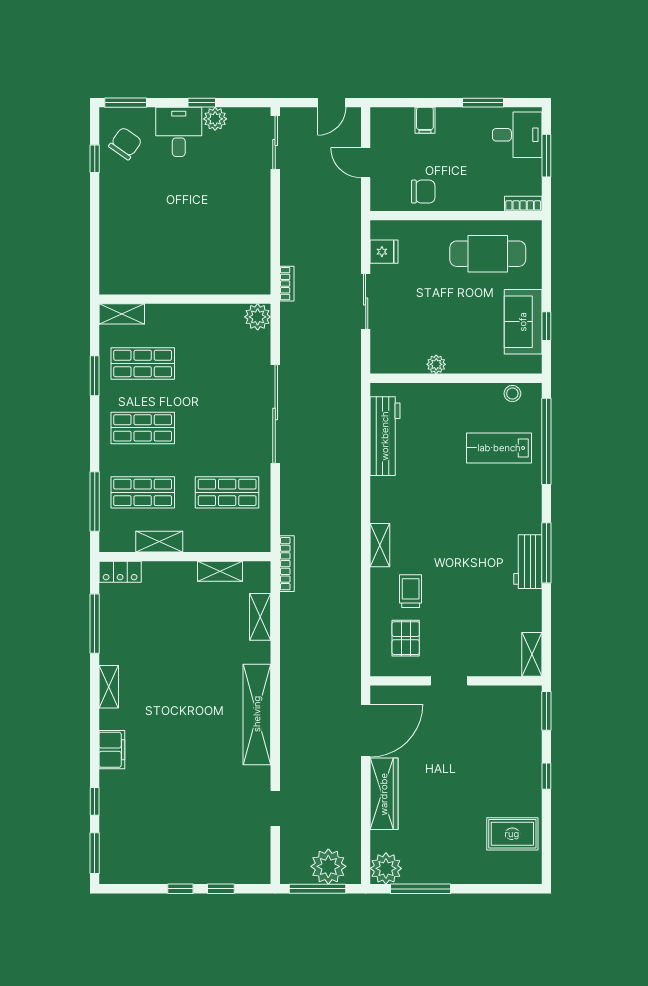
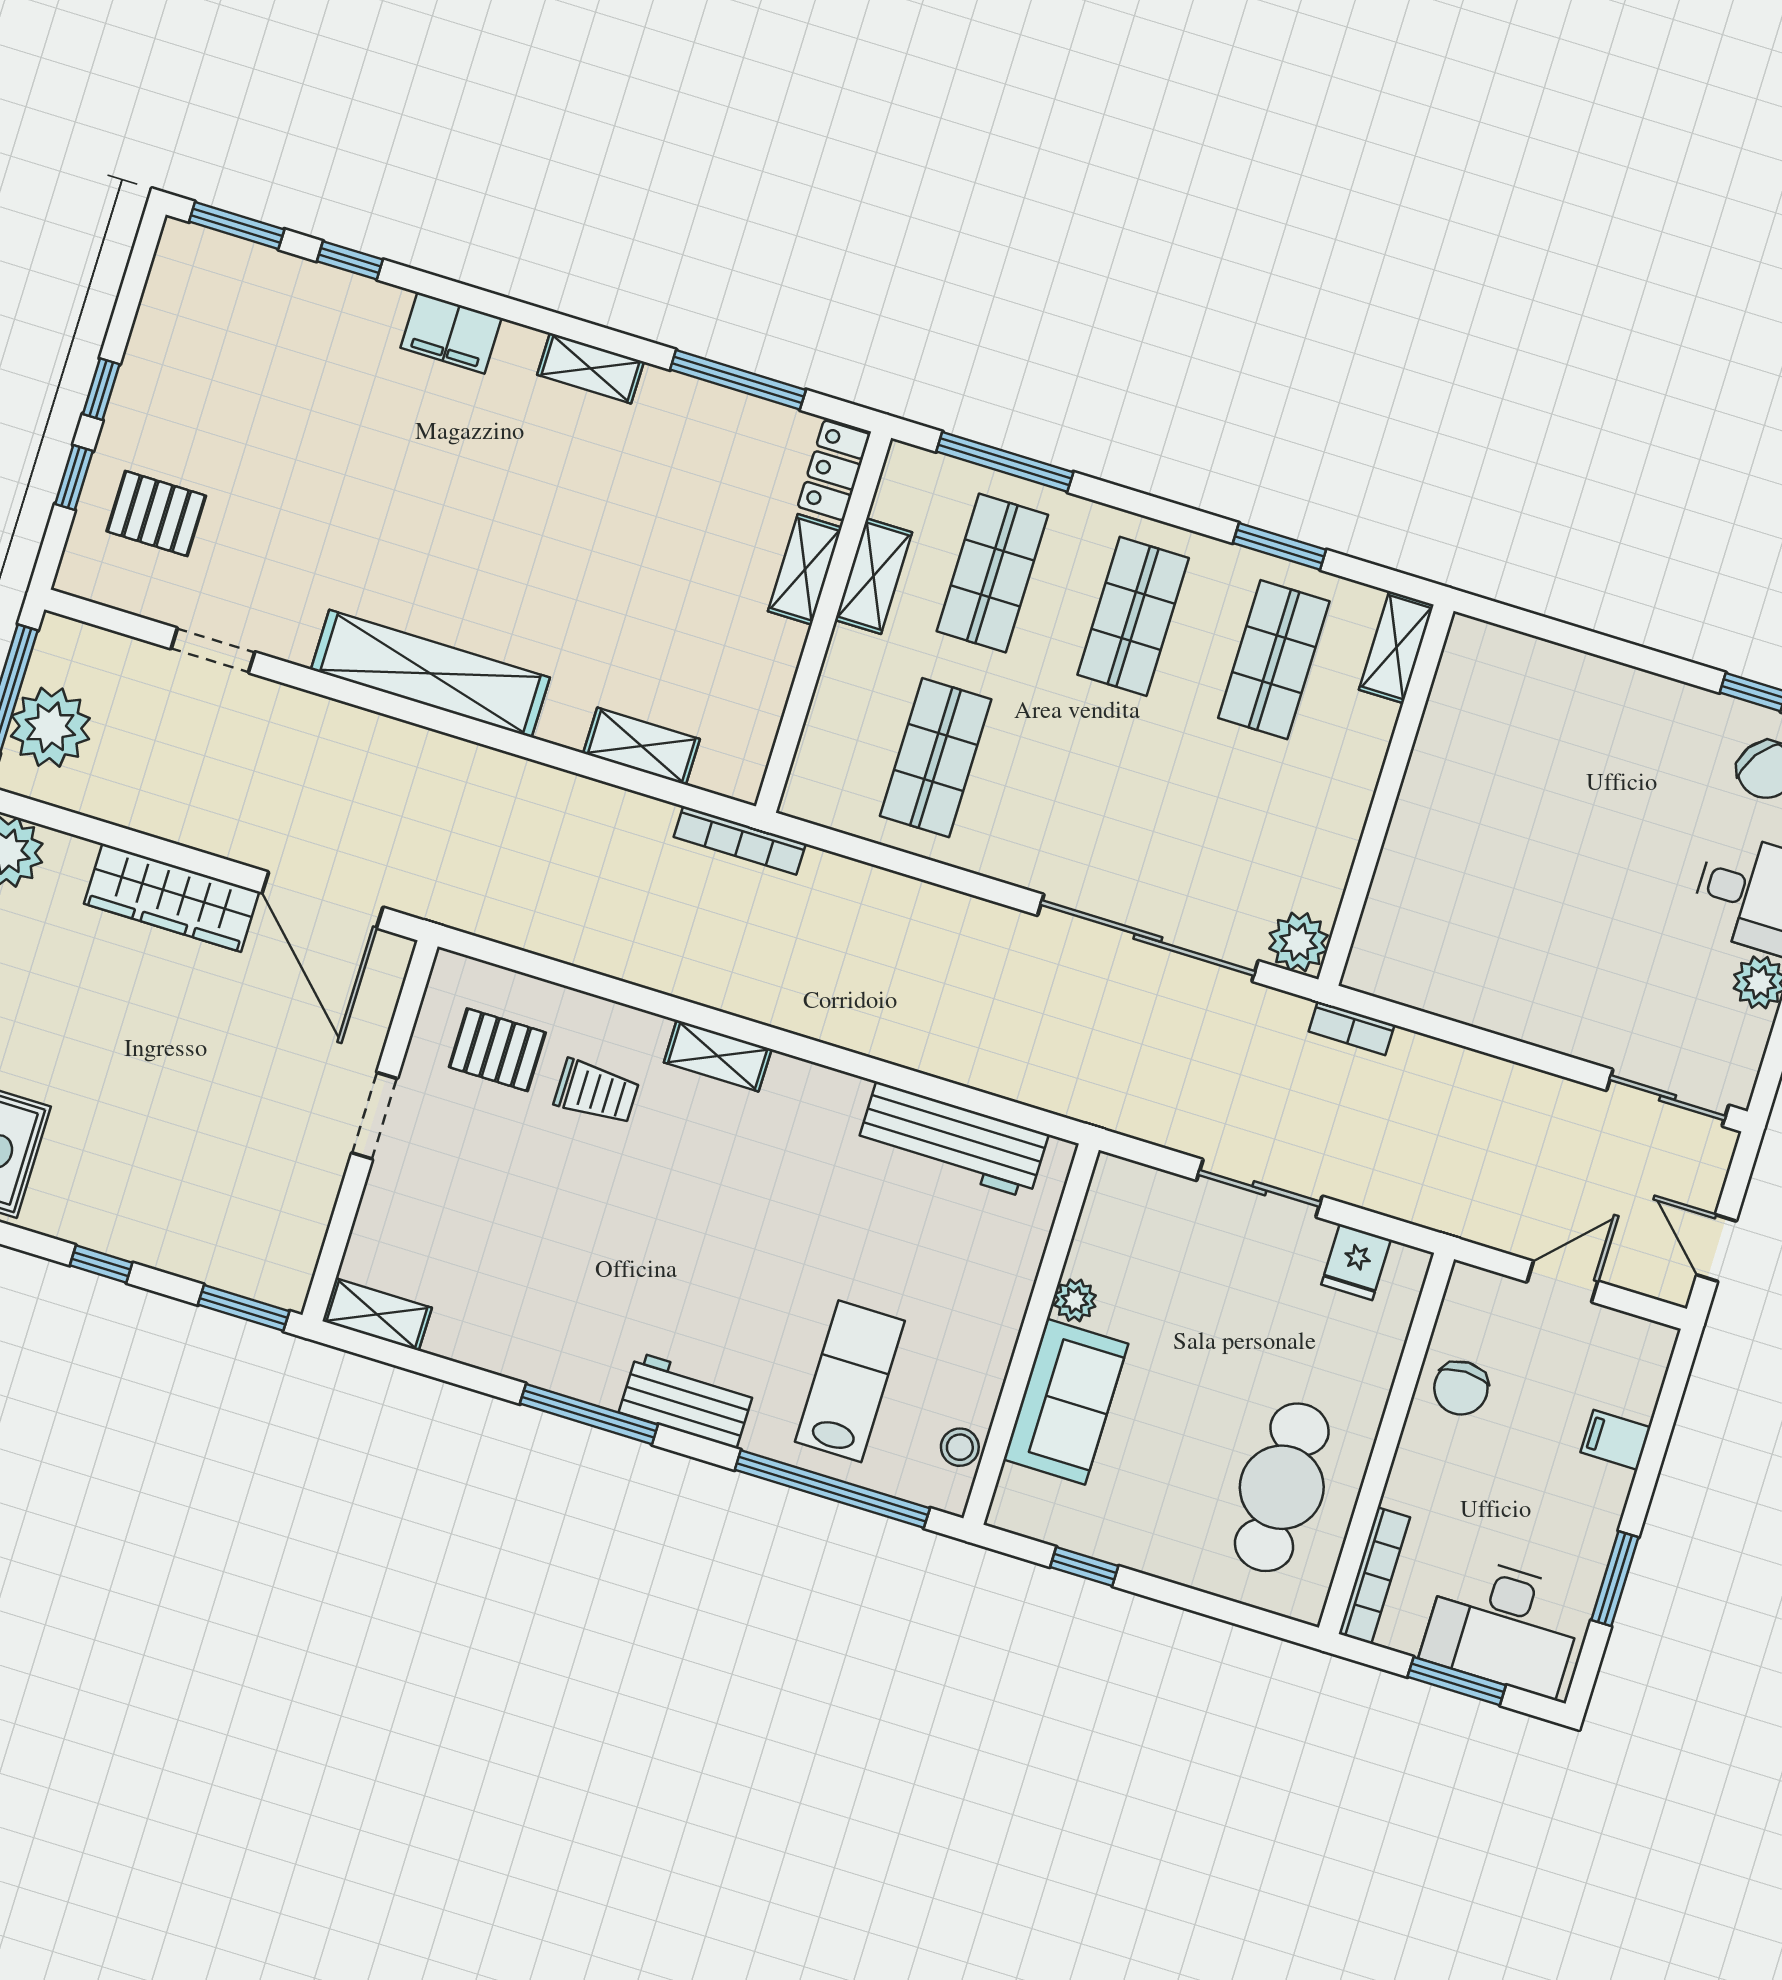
desk: (517, 135) -> (1503, 1626), width x1.37
bookcase: (523, 204) -> (1374, 1576), width x1.56
sofa: (523, 322) -> (1066, 1402), moved, turned 90
sliding door: (275, 414) -> (1148, 938), moved
workbench: (528, 562) -> (687, 1400), moved
shelving: (220, 571) -> (805, 569), moved
pallet: (225, 850) -> (156, 513), added

